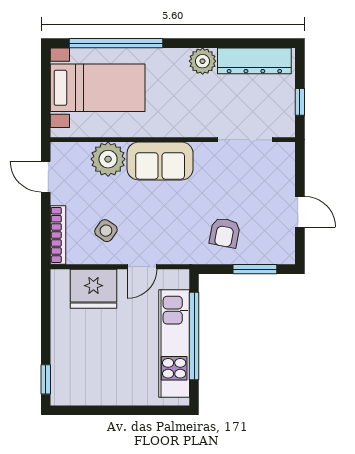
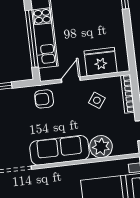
sofa: (160, 161) -> (59, 150), width x1.36
armchair: (225, 233) -> (44, 99), moved, turned -101

